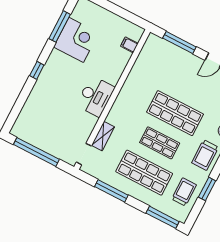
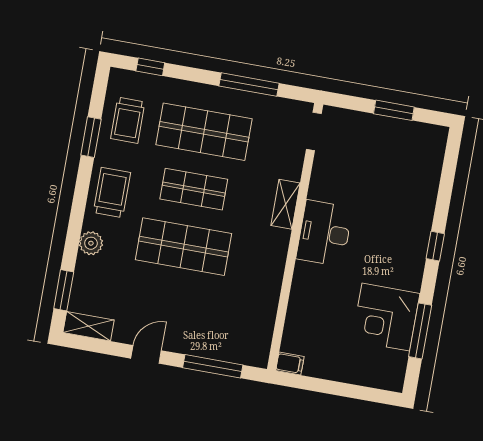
filing cabinet: (129, 45) -> (290, 364), moved
shelving: (103, 136) -> (285, 204), moved
window: (36, 152) -> (394, 110), width x0.47
window: (163, 217) -> (150, 67), width x0.46

